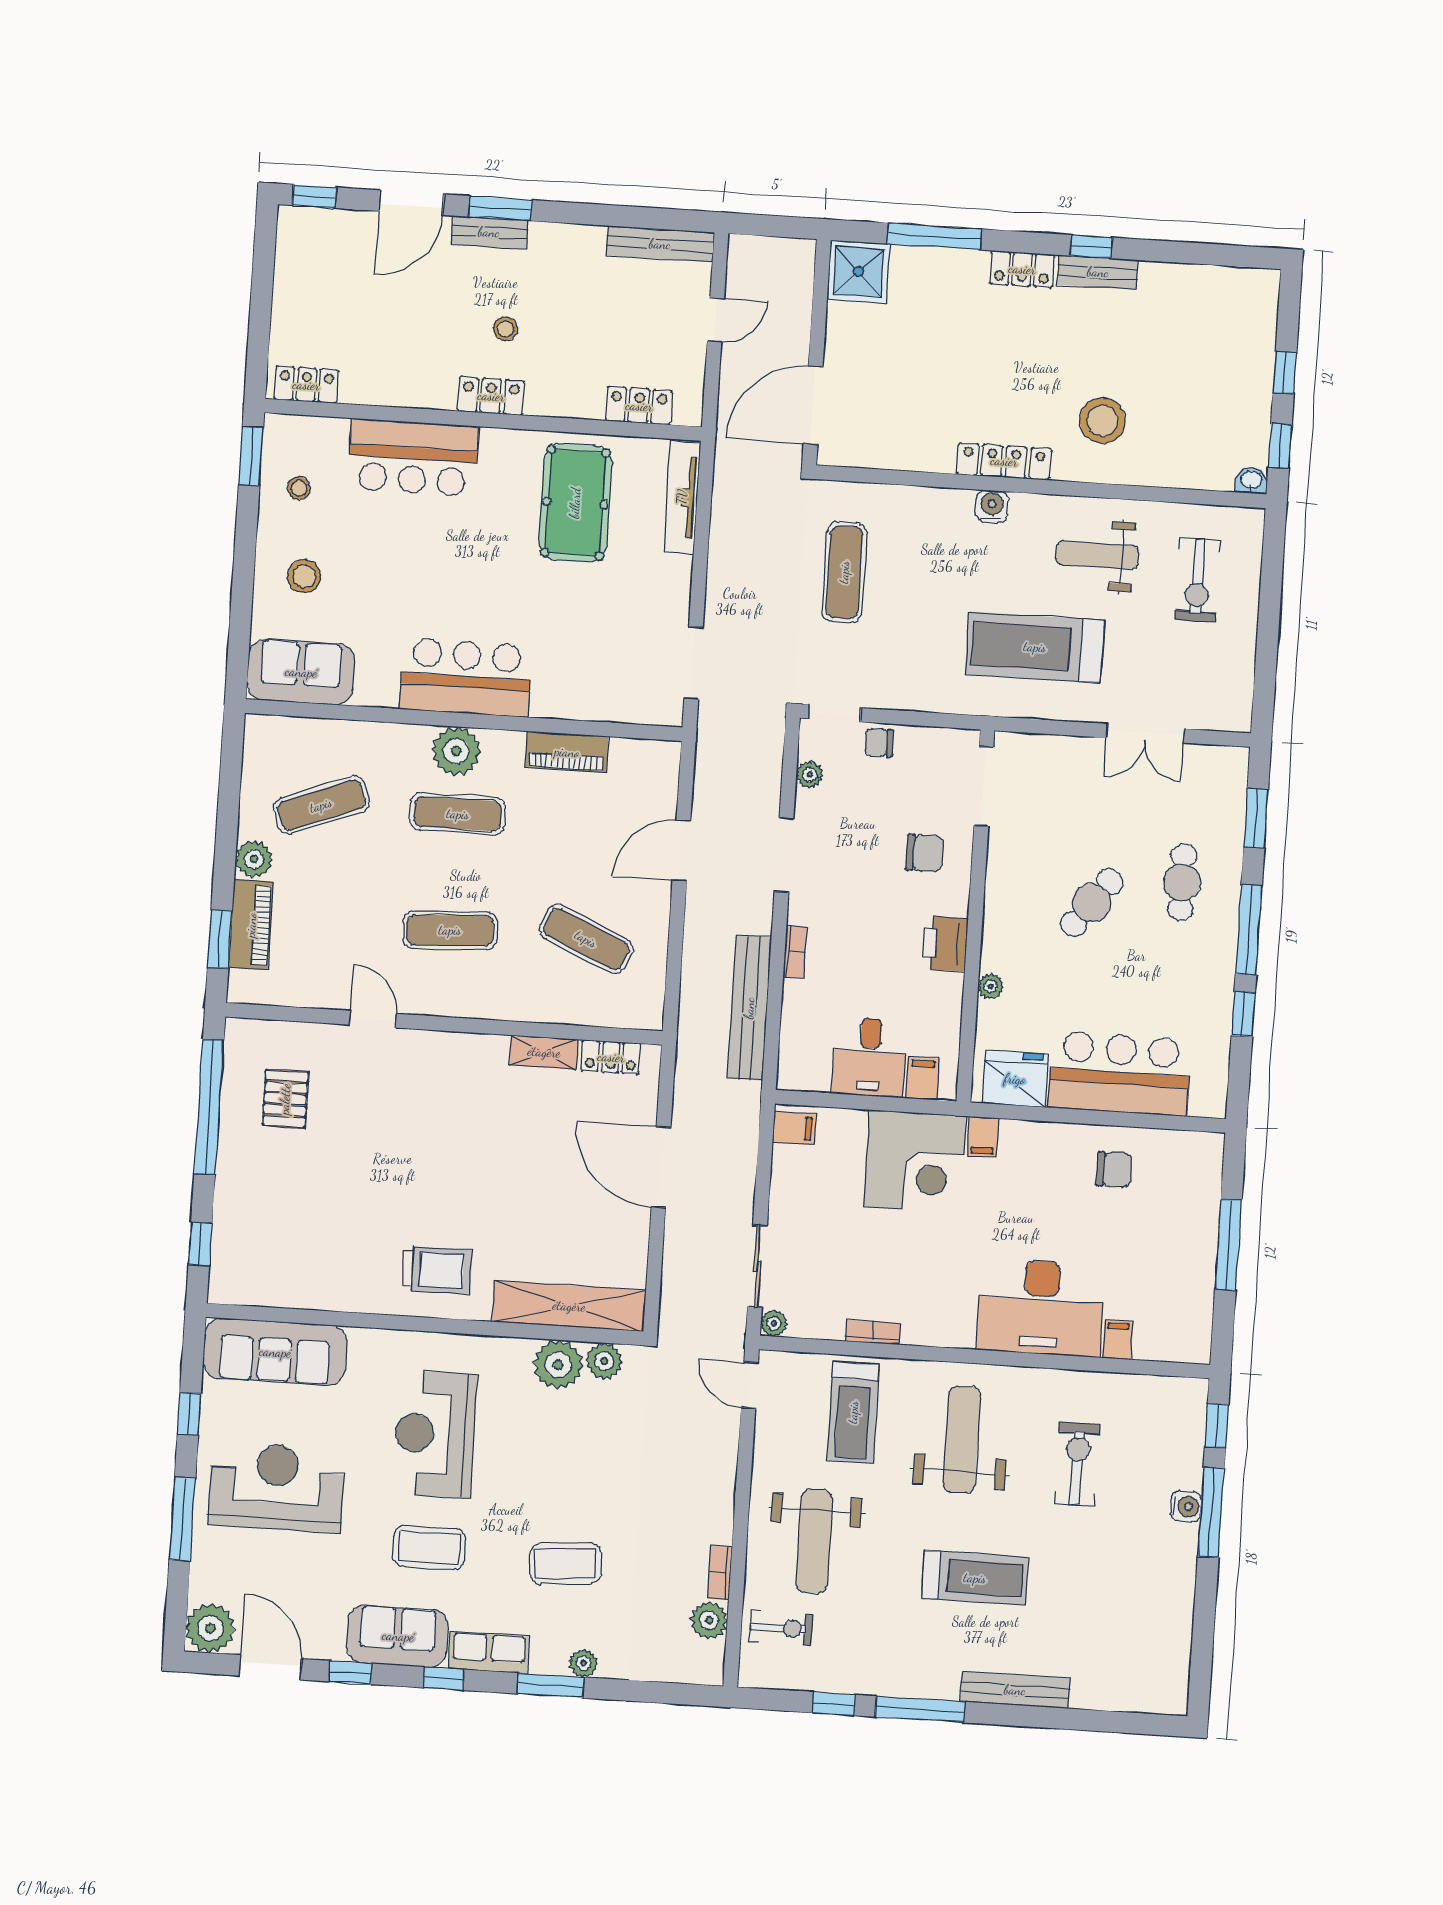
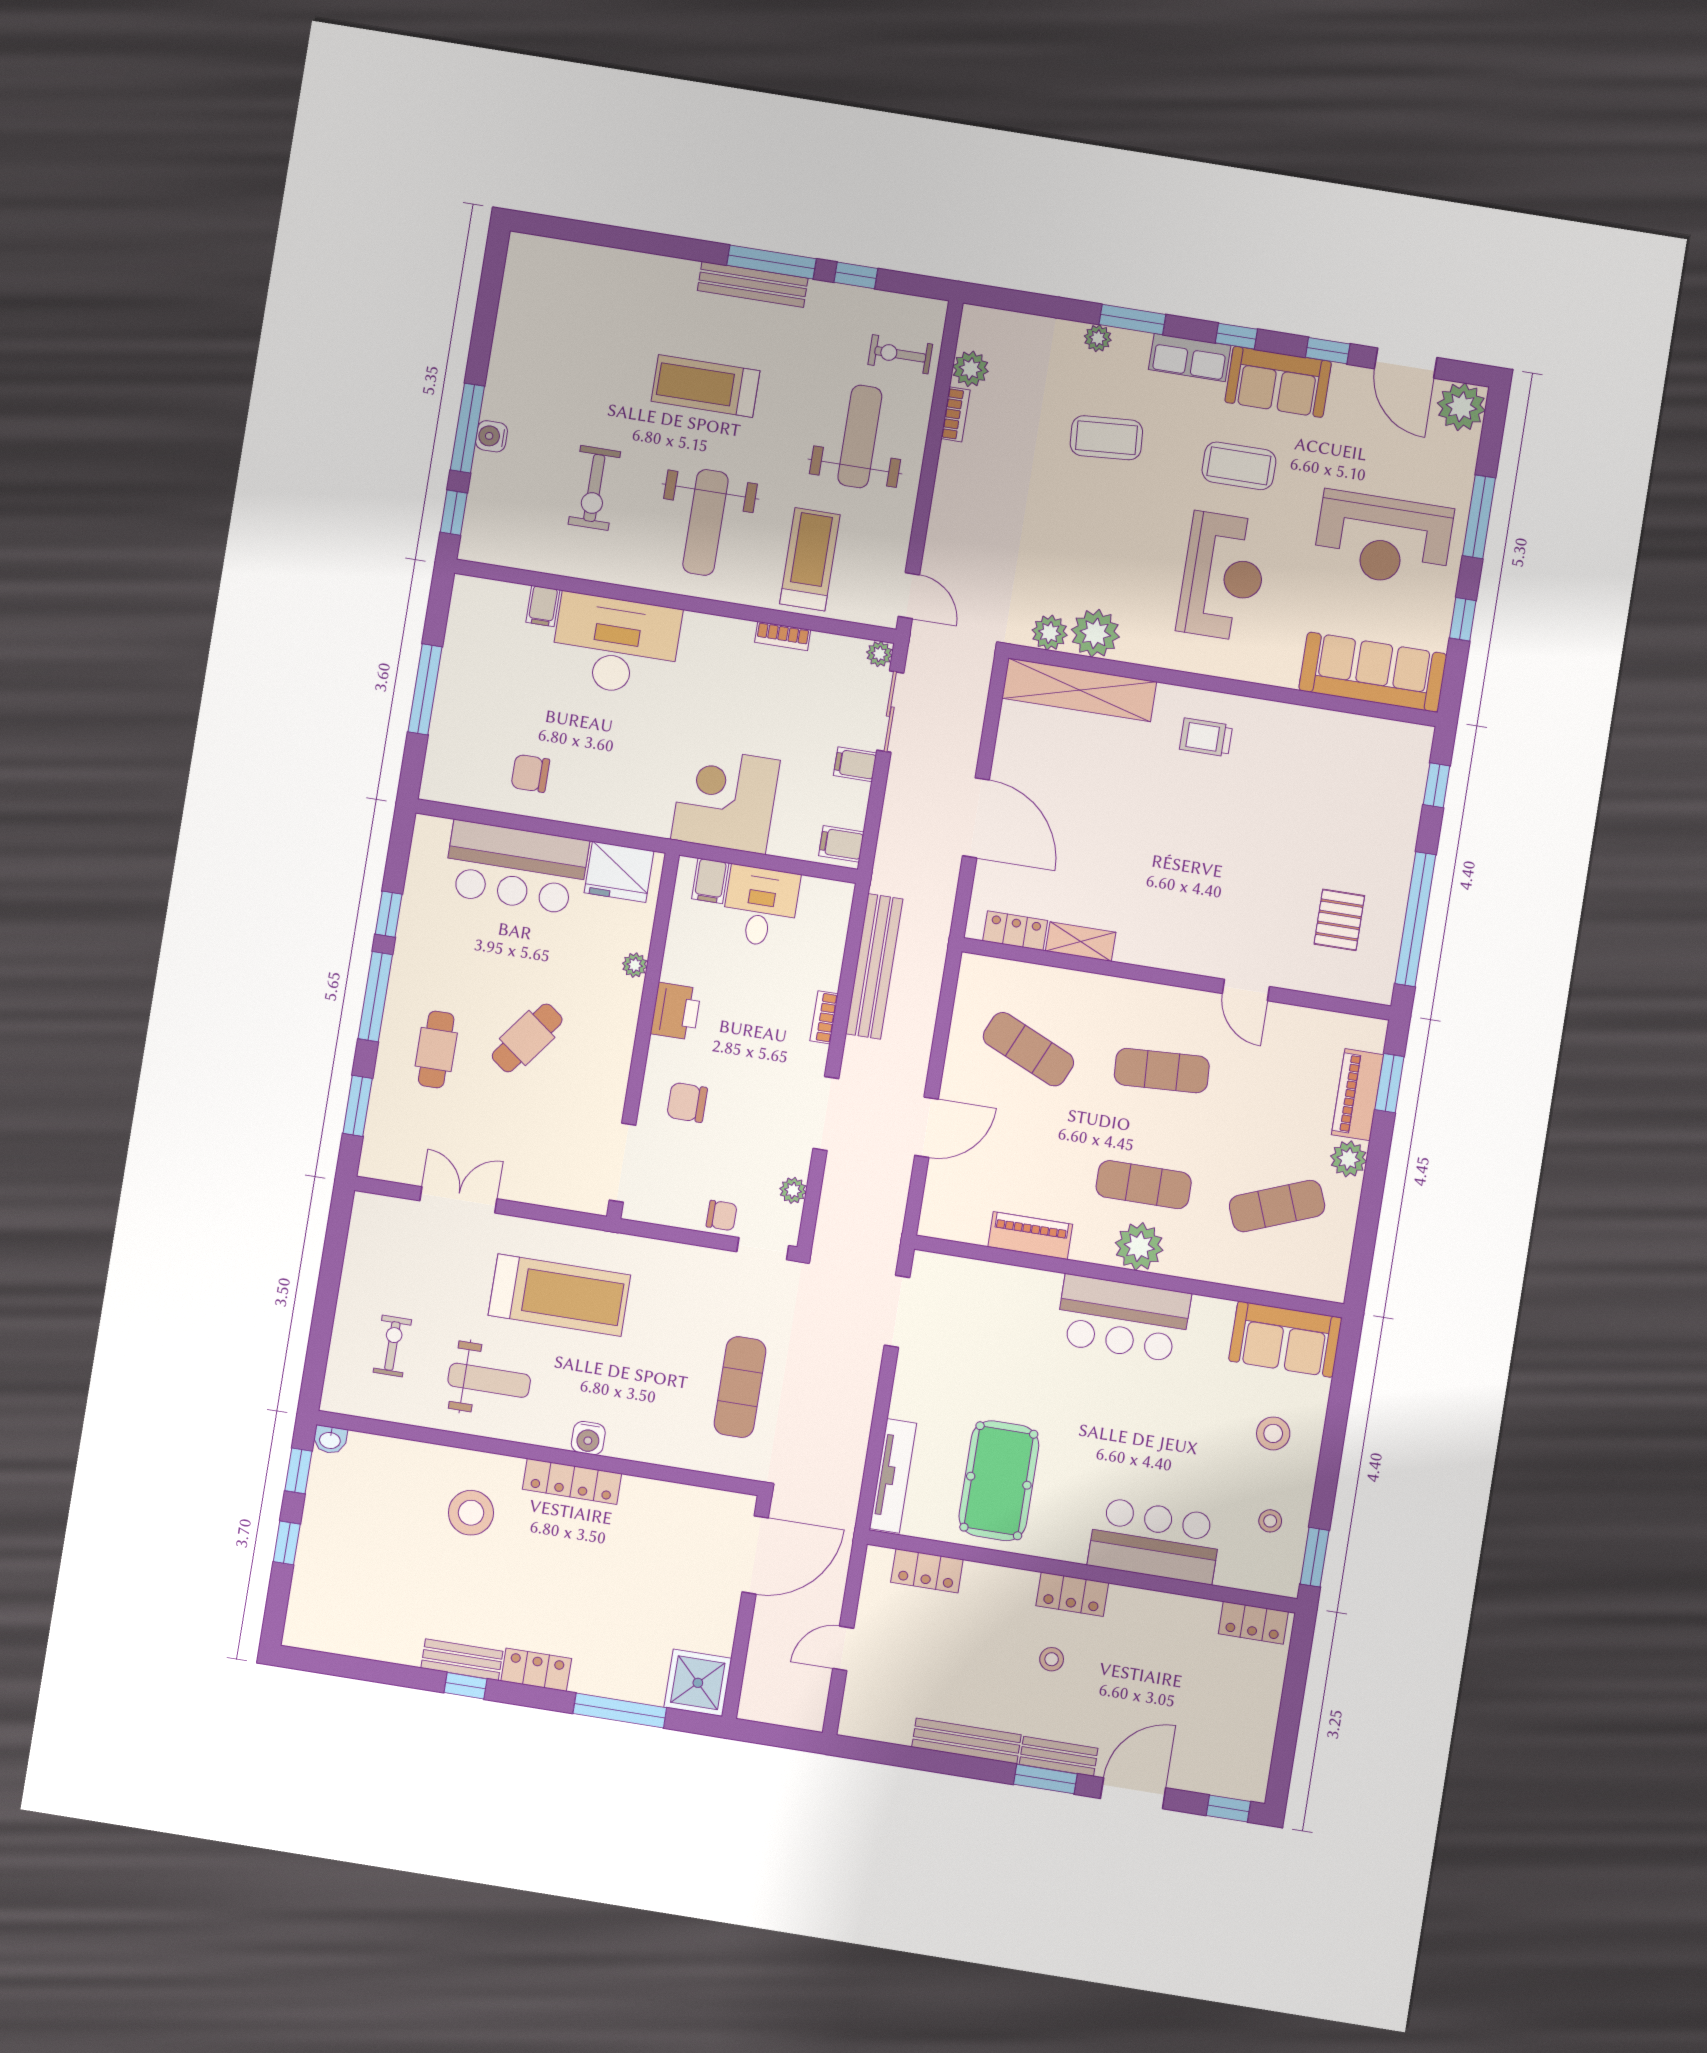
bench: (660, 244) -> (966, 1741), moved
exercise bike: (1198, 580) -> (392, 1346), width x0.73, depth x0.72
filing cabinet: (983, 1137) -> (855, 764), moved, turned -90
trolley: (437, 1270) -> (1206, 737), width x0.73, depth x0.72
bench: (1015, 1690) -> (753, 284), moved

